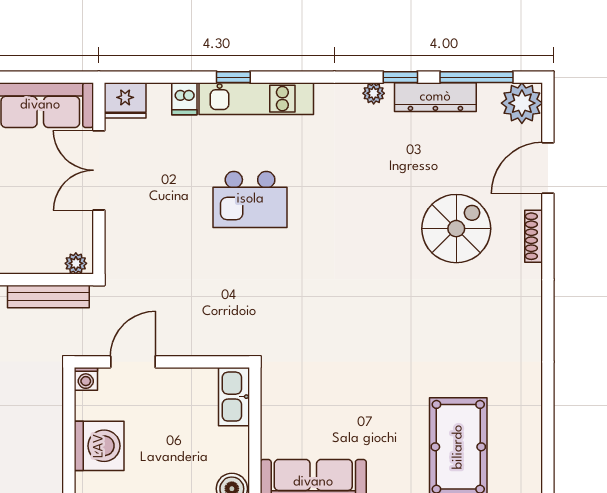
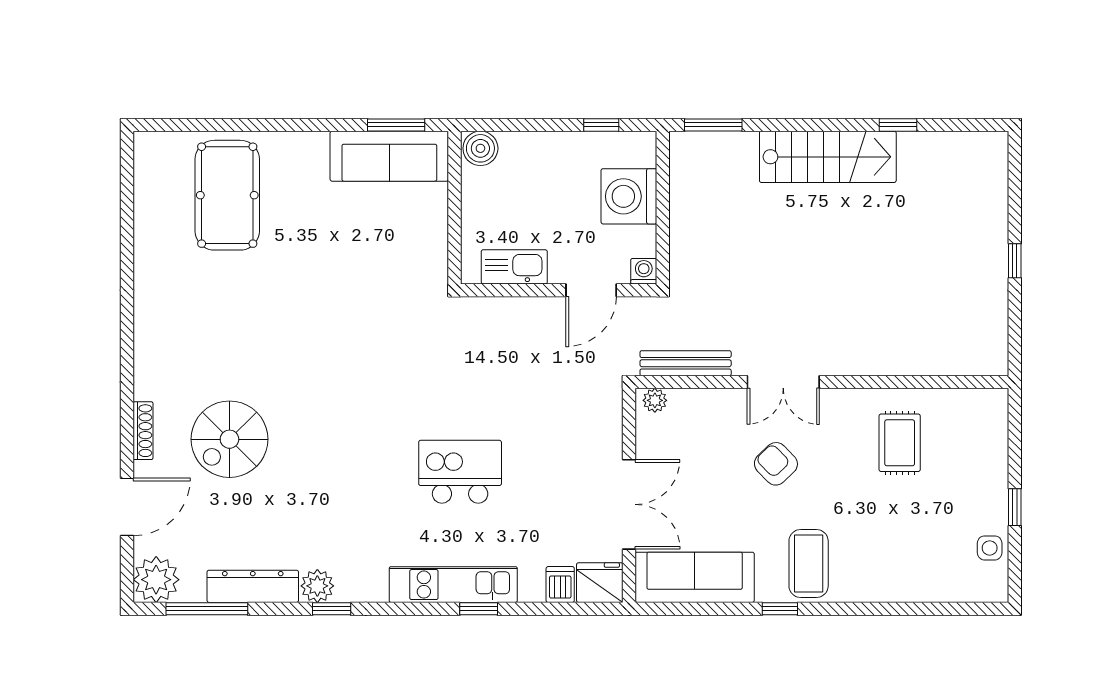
window: (400, 77) -> (332, 609), moved
plant: (374, 93) -> (317, 586), width x1.38, depth x1.38
dishwasher: (184, 99) -> (560, 585), moved
kitchen sink: (234, 397) -> (514, 267), moved, turned -90

